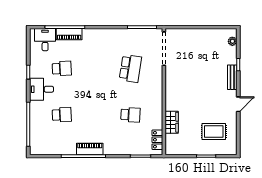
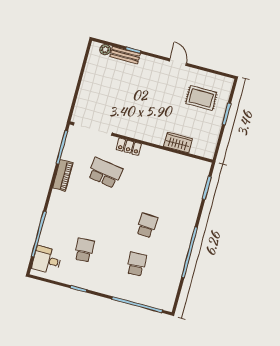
piano: (69, 34) -> (63, 175), moved
bench: (232, 77) -> (125, 55), moved
desk: (42, 89) -> (102, 279), removed
school desk: (130, 115) -> (147, 225), moved
rug: (214, 132) -> (201, 98), turned 90
locker: (157, 140) -> (129, 147), moved
piano: (90, 149) -> (183, 243), removed

